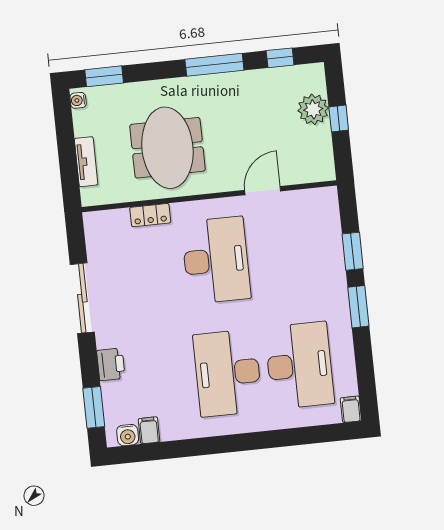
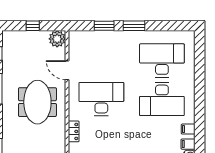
plant: (313, 109) -> (57, 39), moved
meeting table: (167, 148) -> (37, 102), moved, turned 90
filing cabinet: (351, 409) -> (188, 129), moved

